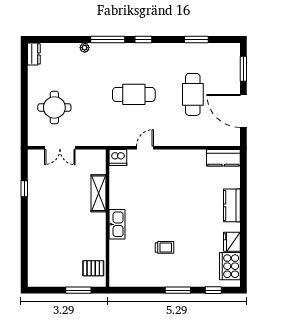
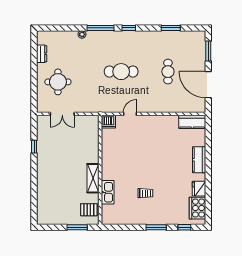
dresser: (34, 54) -> (42, 54), moved
cafe table: (193, 94) -> (168, 72), width x0.73, depth x0.74
shelving: (99, 193) -> (93, 178), moved
kitchen sink: (117, 224) -> (108, 192), moved

